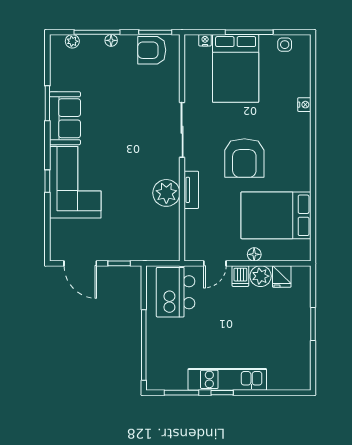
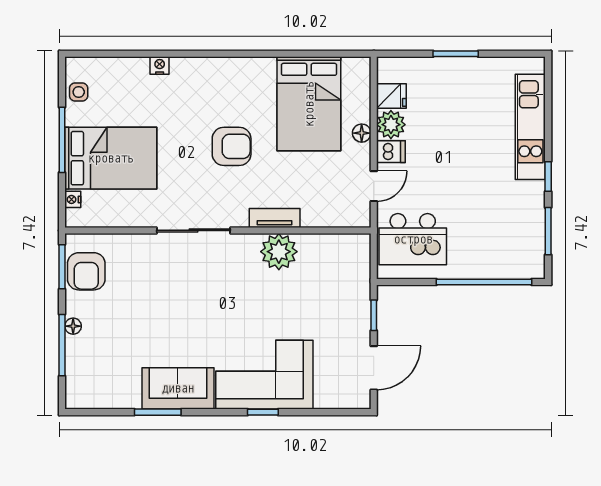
plant: (72, 41) -> (74, 379), removed
armchair: (244, 158) -> (232, 146), width x0.73, depth x0.73
door: (215, 263) -> (374, 186), hinge flipped
kitchen unit: (227, 379) -> (530, 127), moved

